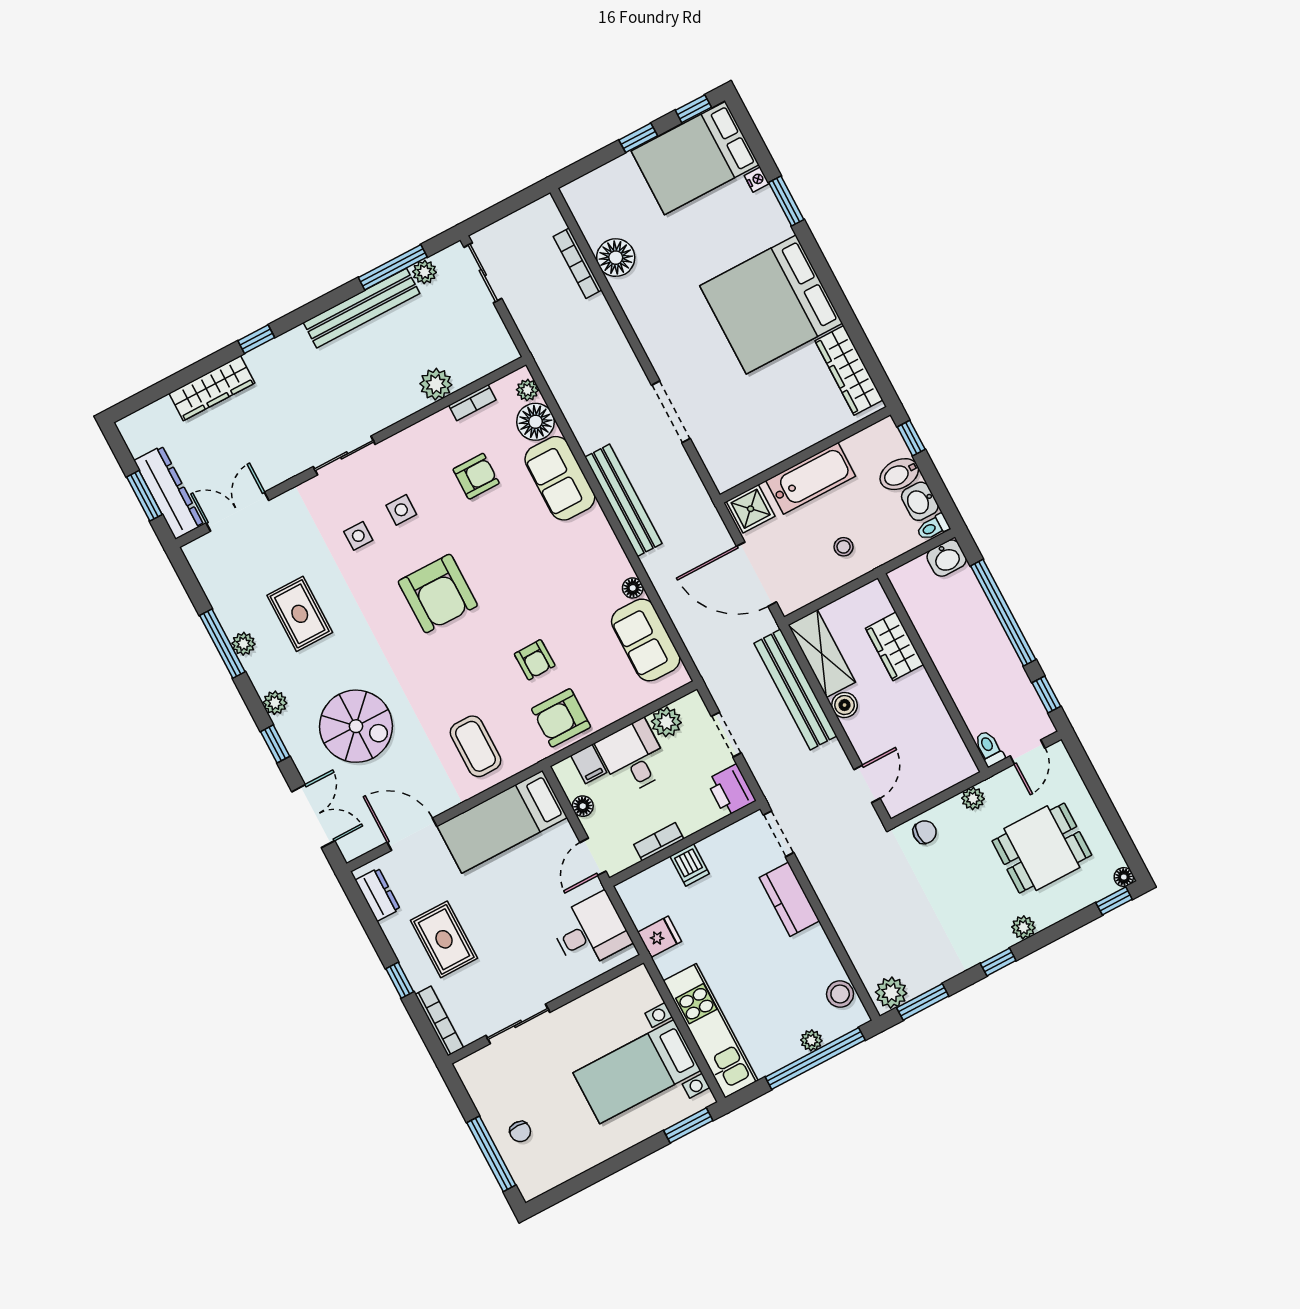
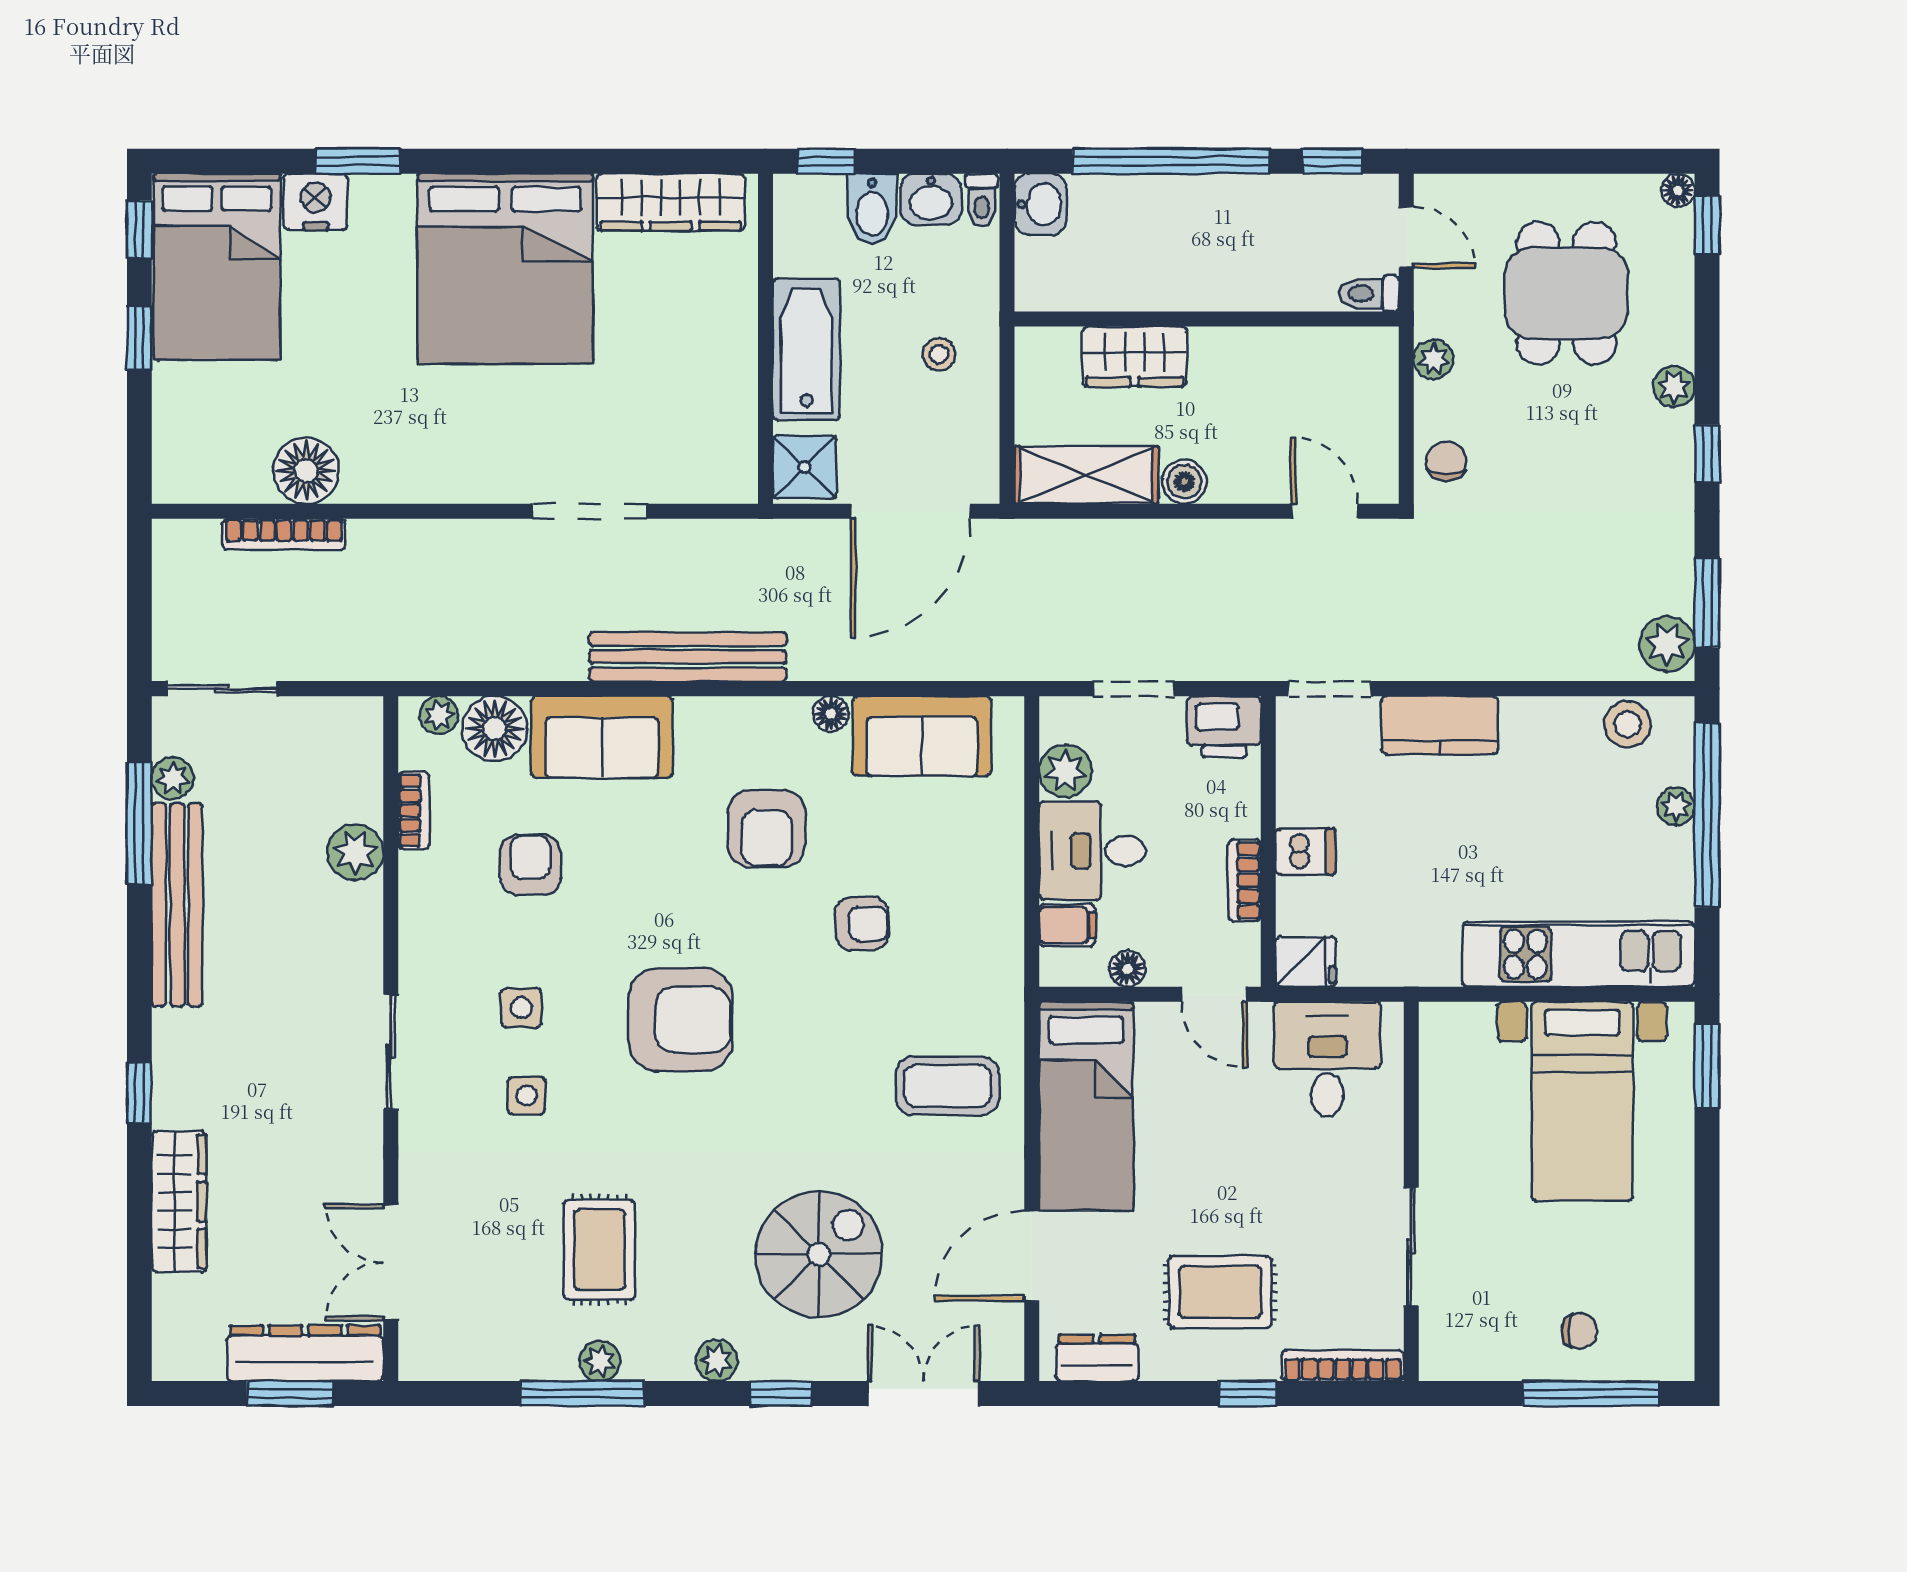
nightstand: (757, 180) -> (315, 202), width x1.89, depth x1.79
rug: (300, 614) -> (599, 1250), turned 90
bench: (796, 690) -> (1121, 545), removed
armchair: (561, 718) -> (767, 829), moved
fridge: (660, 937) -> (1306, 962), moved, turned 90

